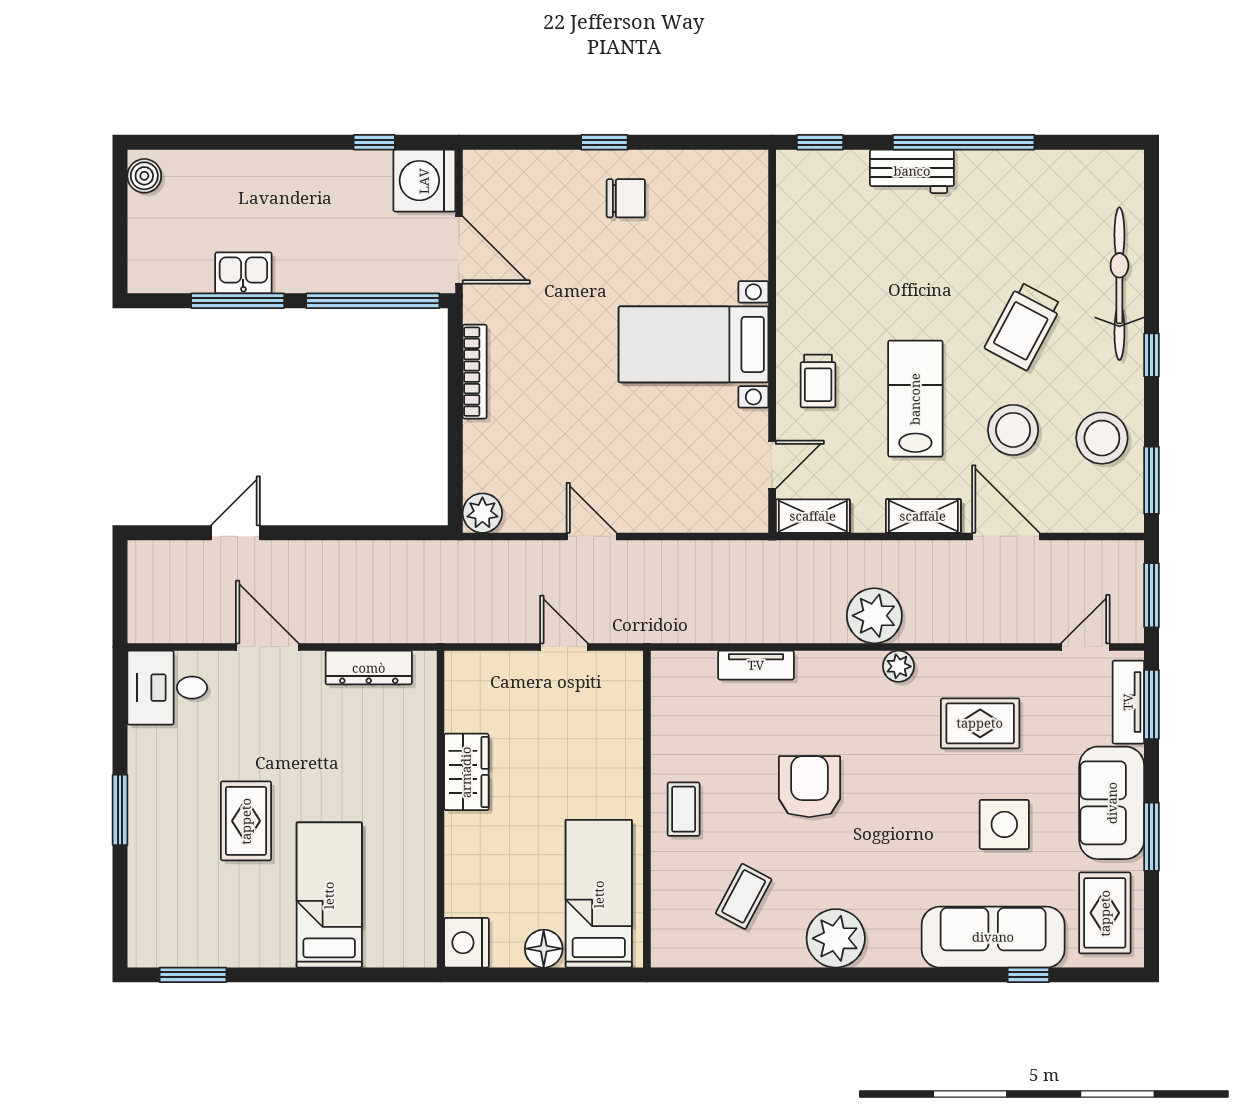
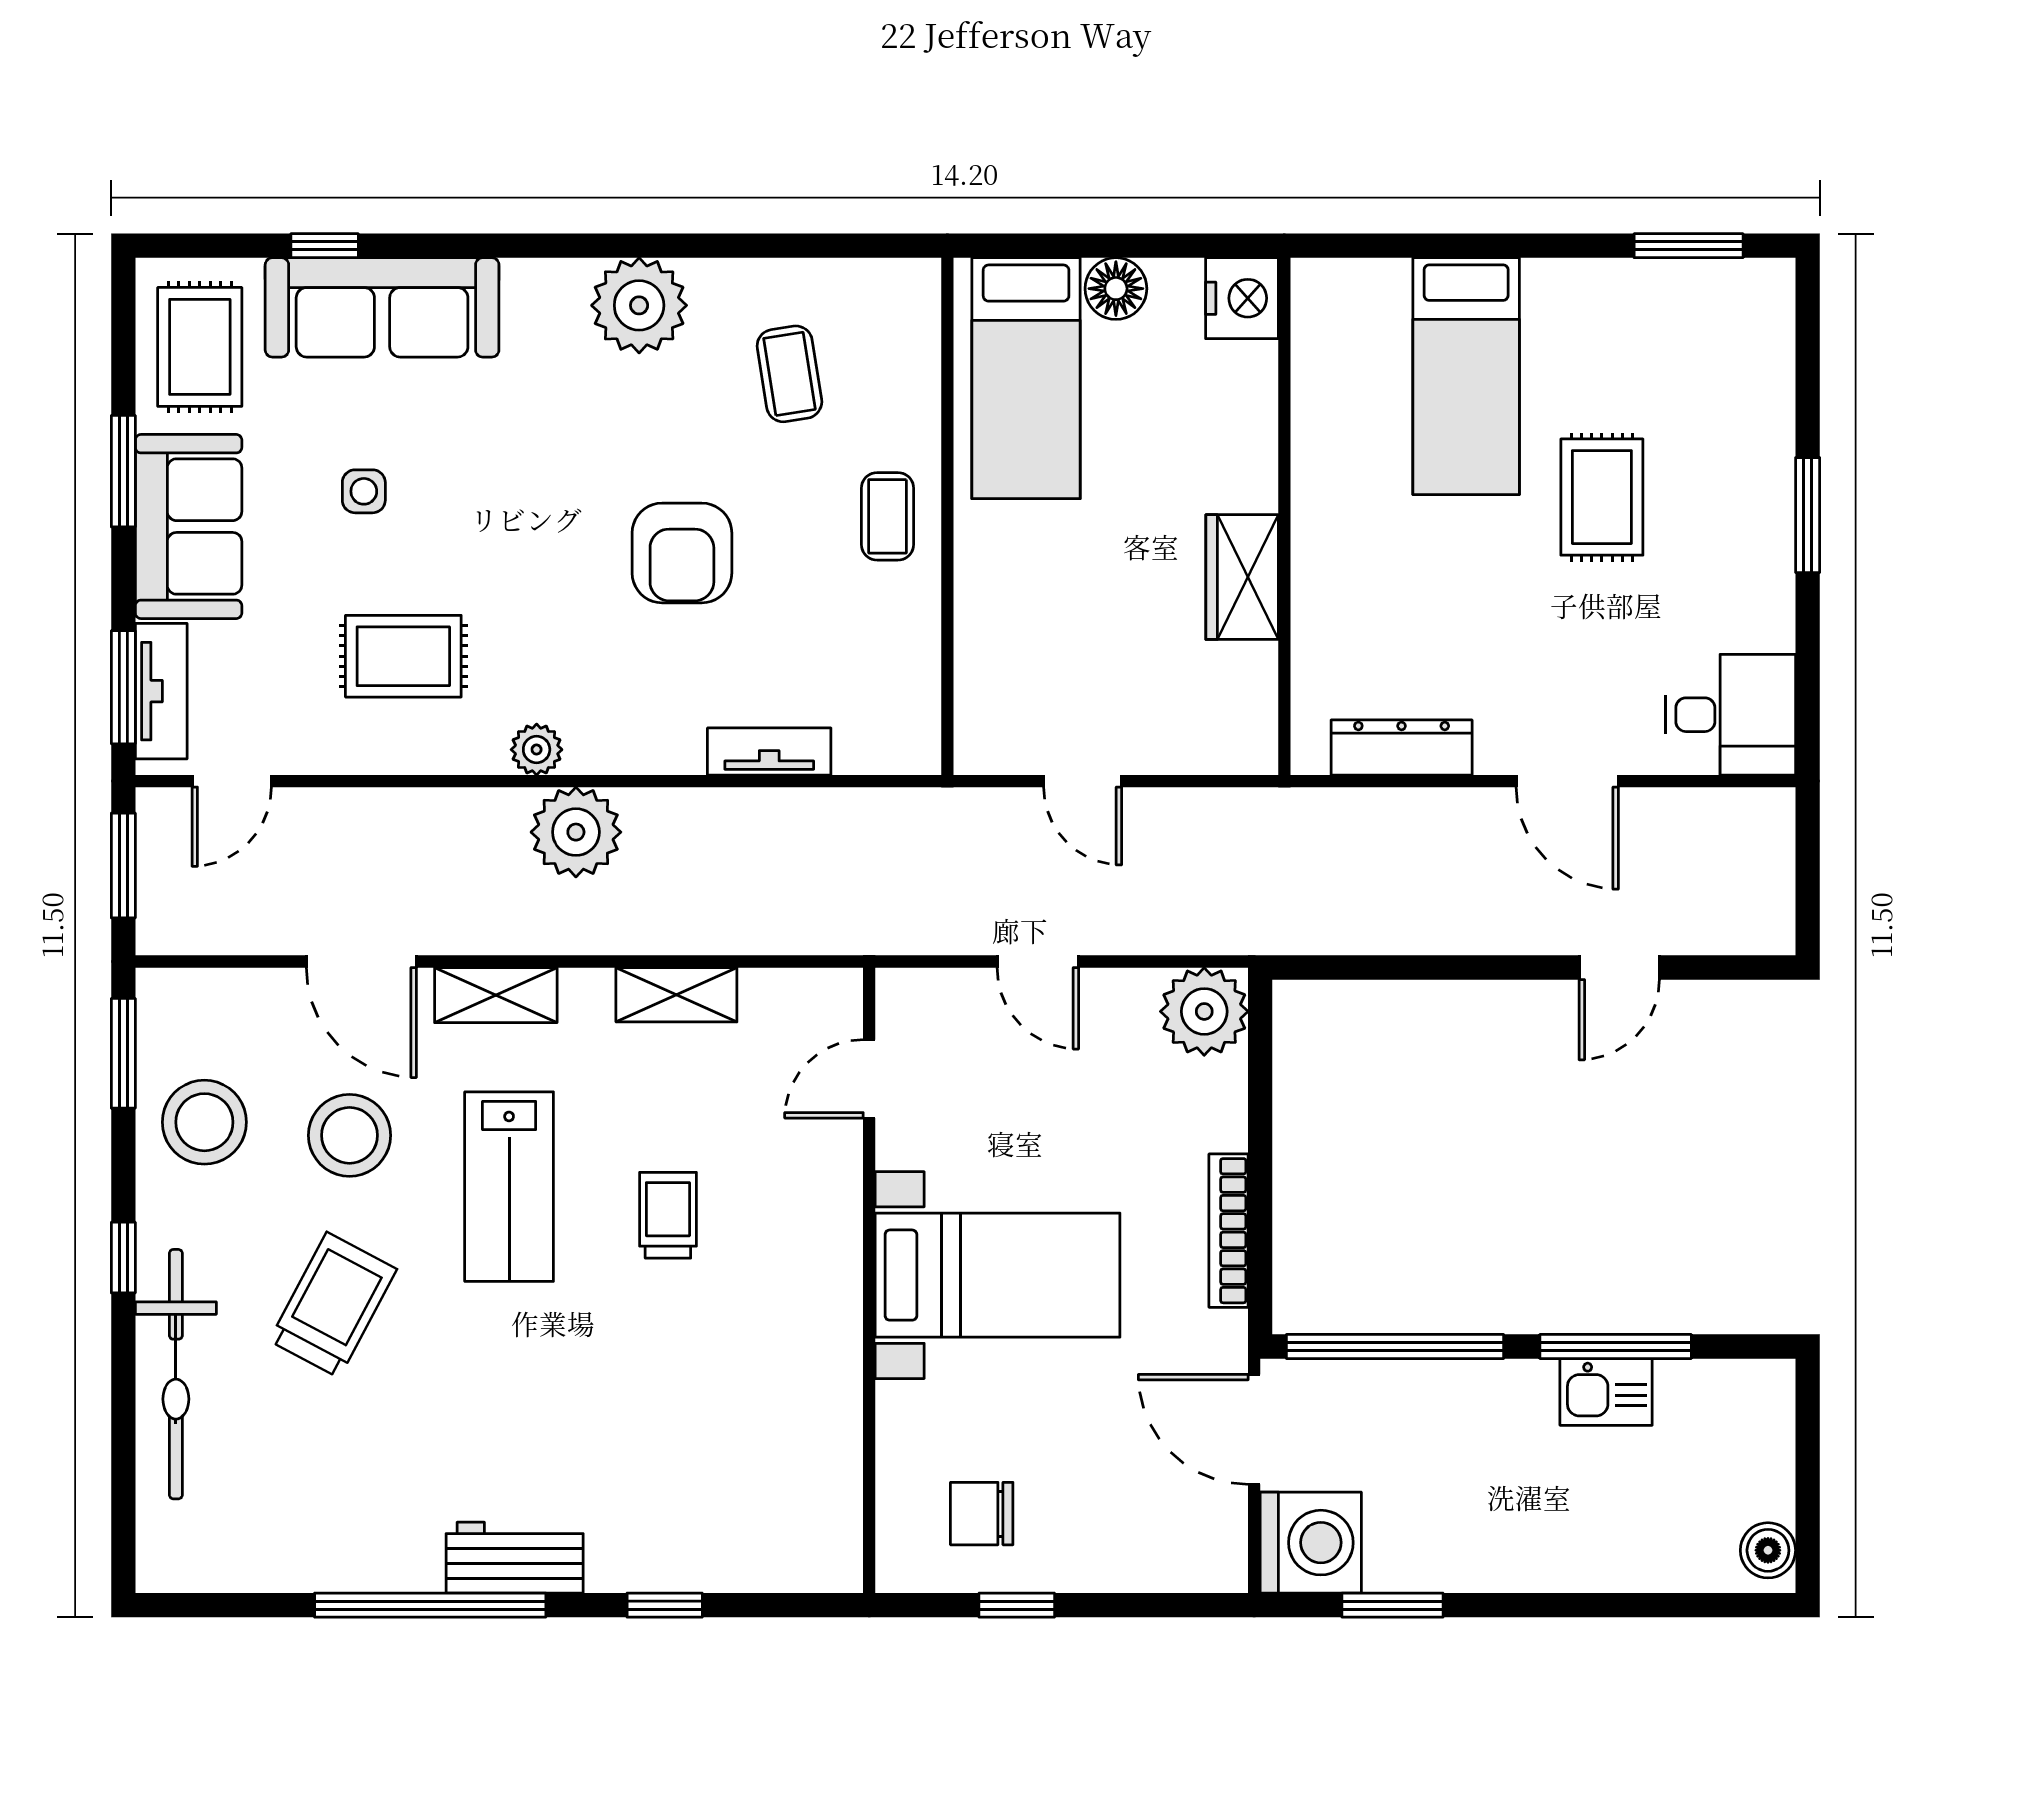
window: (374, 142) -> (1392, 1605), width x1.50
wall: (772, 341) -> (869, 1280), moved
bed with nightstands: (693, 344) -> (998, 1275), moved
door: (772, 465) -> (869, 1079), moved
plant: (482, 513) -> (1204, 1011), width x1.36, depth x1.36
side table: (1004, 824) -> (364, 491), width x0.54, depth x0.54
coffee table: (744, 896) -> (789, 374), turned -37

